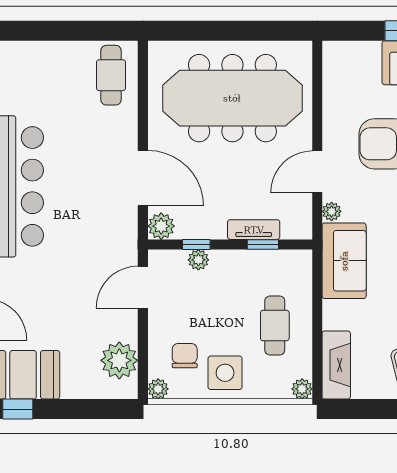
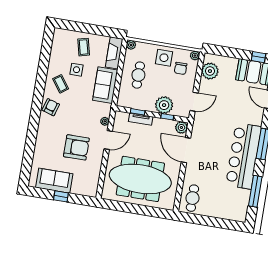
plant: (198, 260) -> (164, 105), width x1.87, depth x1.87
sofa: (344, 261) -> (105, 85), moved

